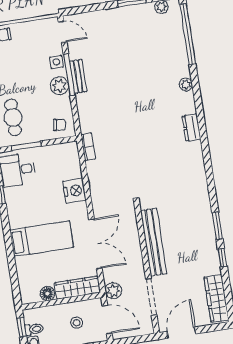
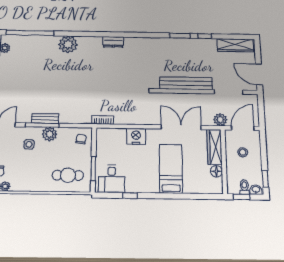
side table: (56, 62) -> (29, 144), moved
plant: (186, 84) -> (68, 44), width x1.87, depth x1.87
dresser: (191, 128) -> (113, 42), moved

